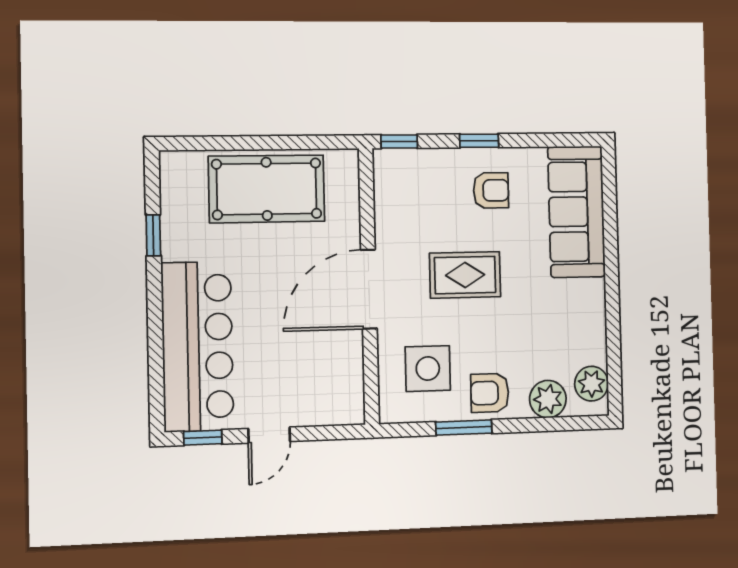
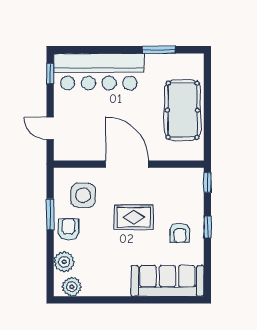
window: (153, 235) -> (159, 50), width x1.50
rug: (465, 275) -> (134, 217), turned 90
door: (269, 435) -> (50, 128), moved

